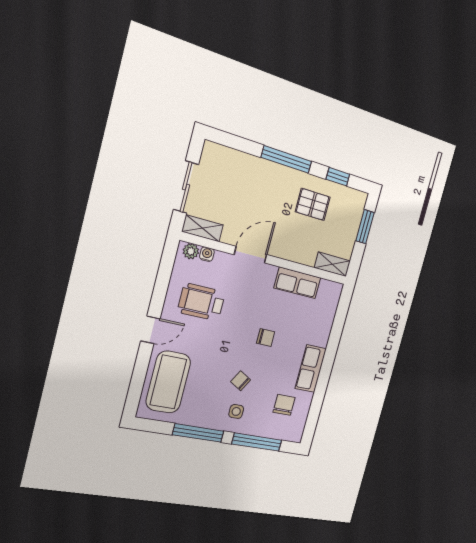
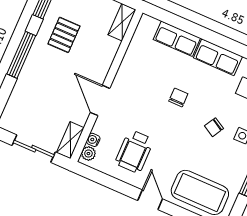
row of seats: (297, 283) -> (177, 39), moved, turned 90

